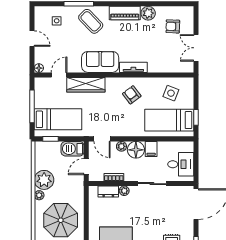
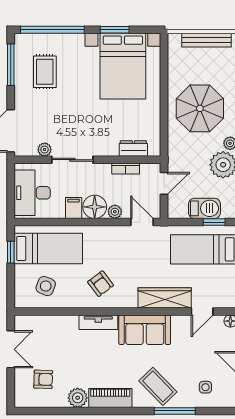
barbecue: (73, 149) -> (204, 208), moved
desk: (181, 164) -> (32, 193), width x1.37
plant: (124, 191) -> (45, 150), moved

